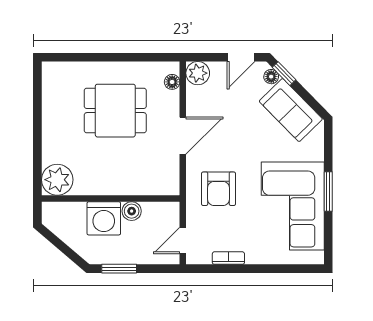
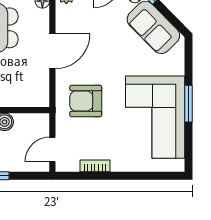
armchair: (218, 189) -> (86, 101), turned 90

